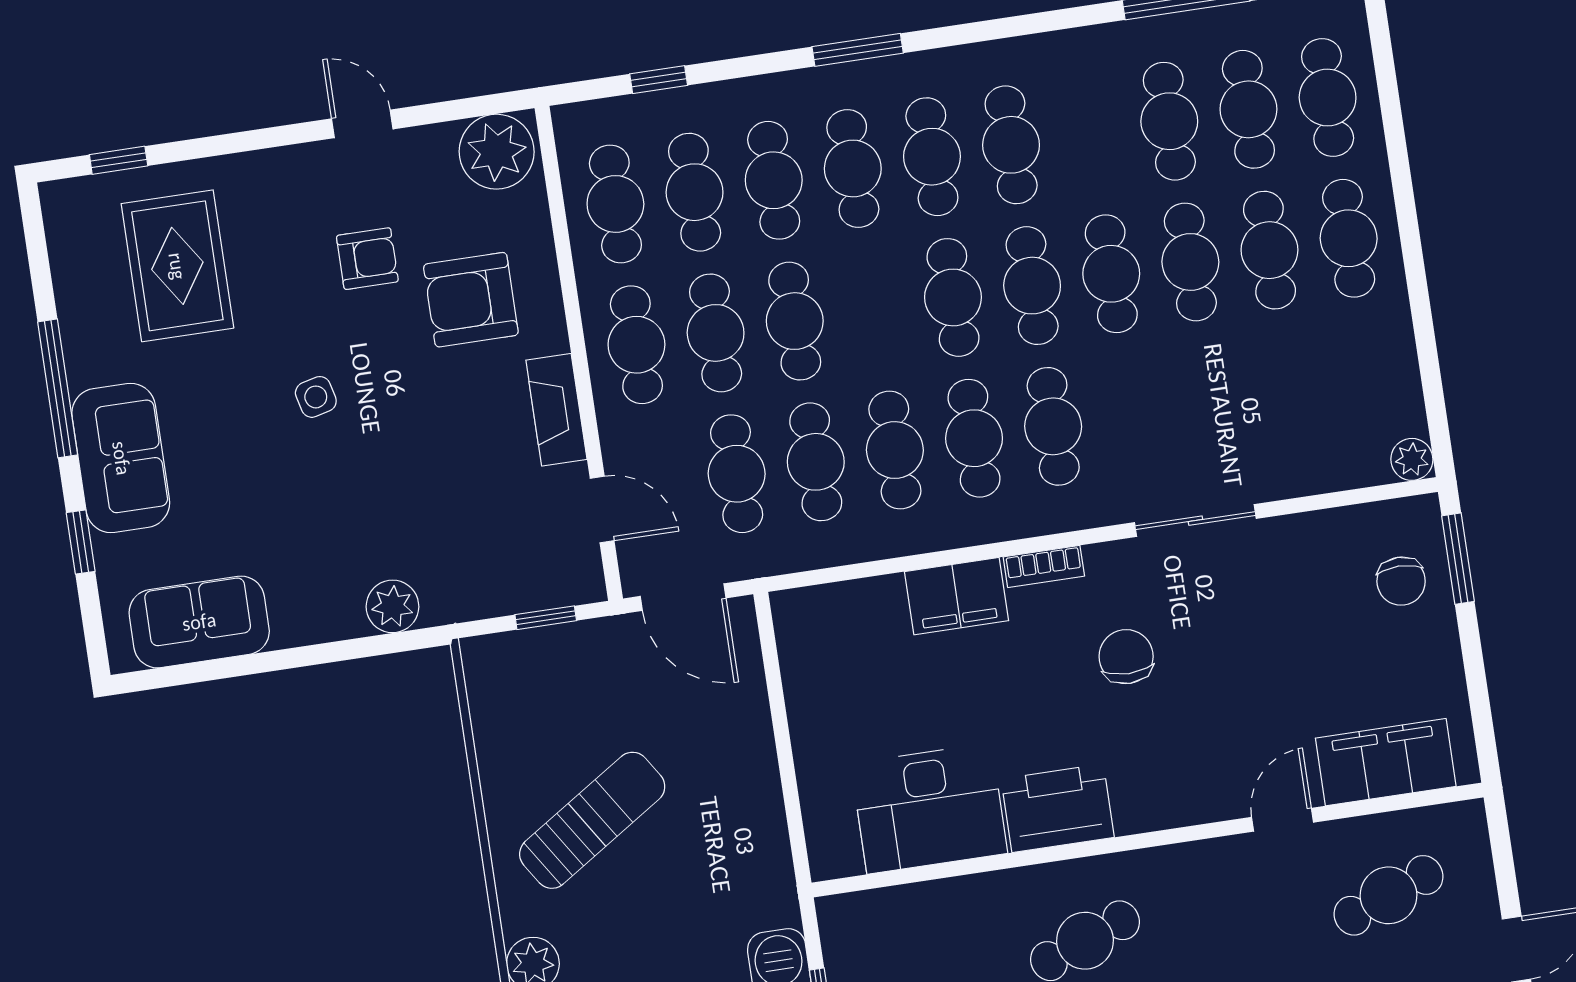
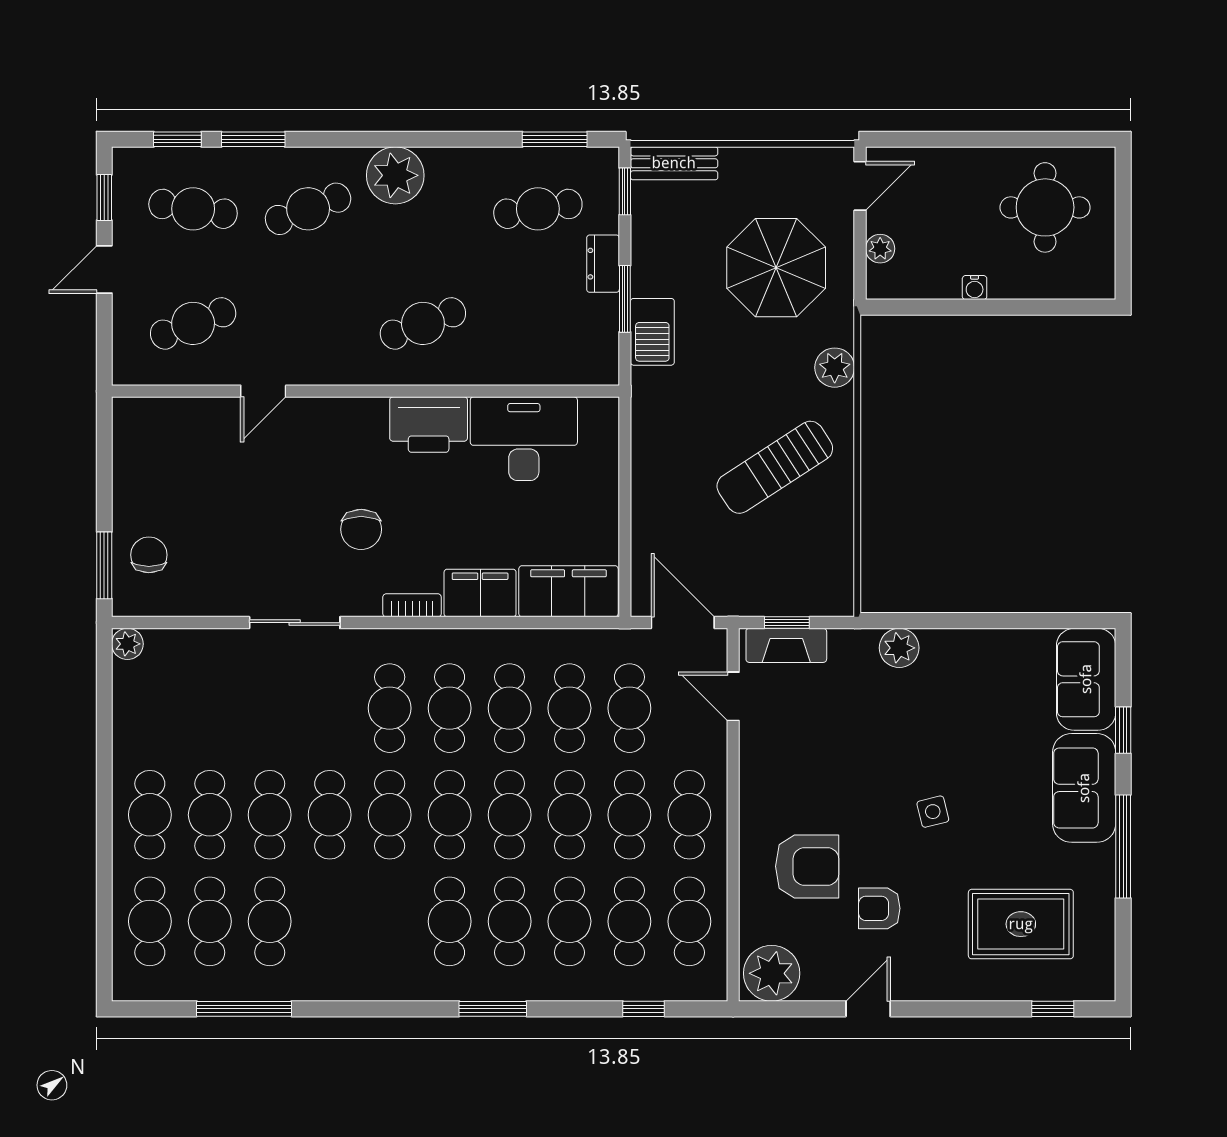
door: (362, 124) -> (868, 1009), swing flipped
cafe table: (1011, 145) -> (510, 815), moved
rug: (177, 266) -> (1021, 924), turned 90
fireplace: (556, 410) -> (786, 645), moved, turned 90
sofa: (199, 622) -> (1086, 679), moved, turned 90
filing cabinet: (1386, 762) -> (568, 591), moved, turned 180

